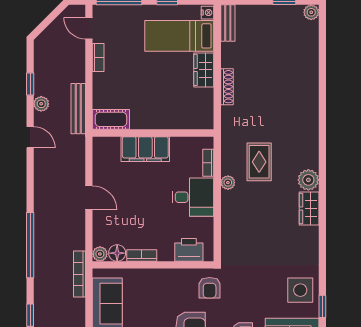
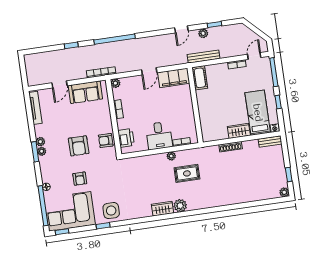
filing cabinet: (145, 149) -> (174, 78), moved, turned -90
floor lamp: (117, 253) -> (118, 94), removed
armchair: (210, 288) -> (106, 141), moved

